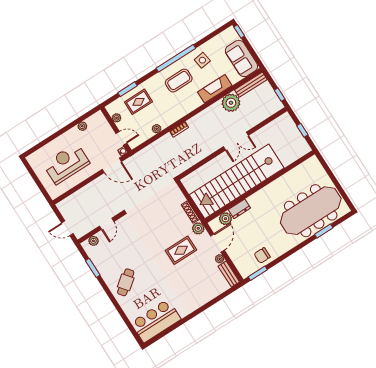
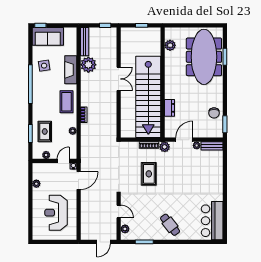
sofa: (241, 58) -> (48, 36), moved
coffee table: (179, 81) -> (67, 102), moved
plant: (225, 219) -> (170, 45), moved
door: (217, 243) -> (184, 140), hinge flipped
rug: (181, 250) -> (149, 174), moved

